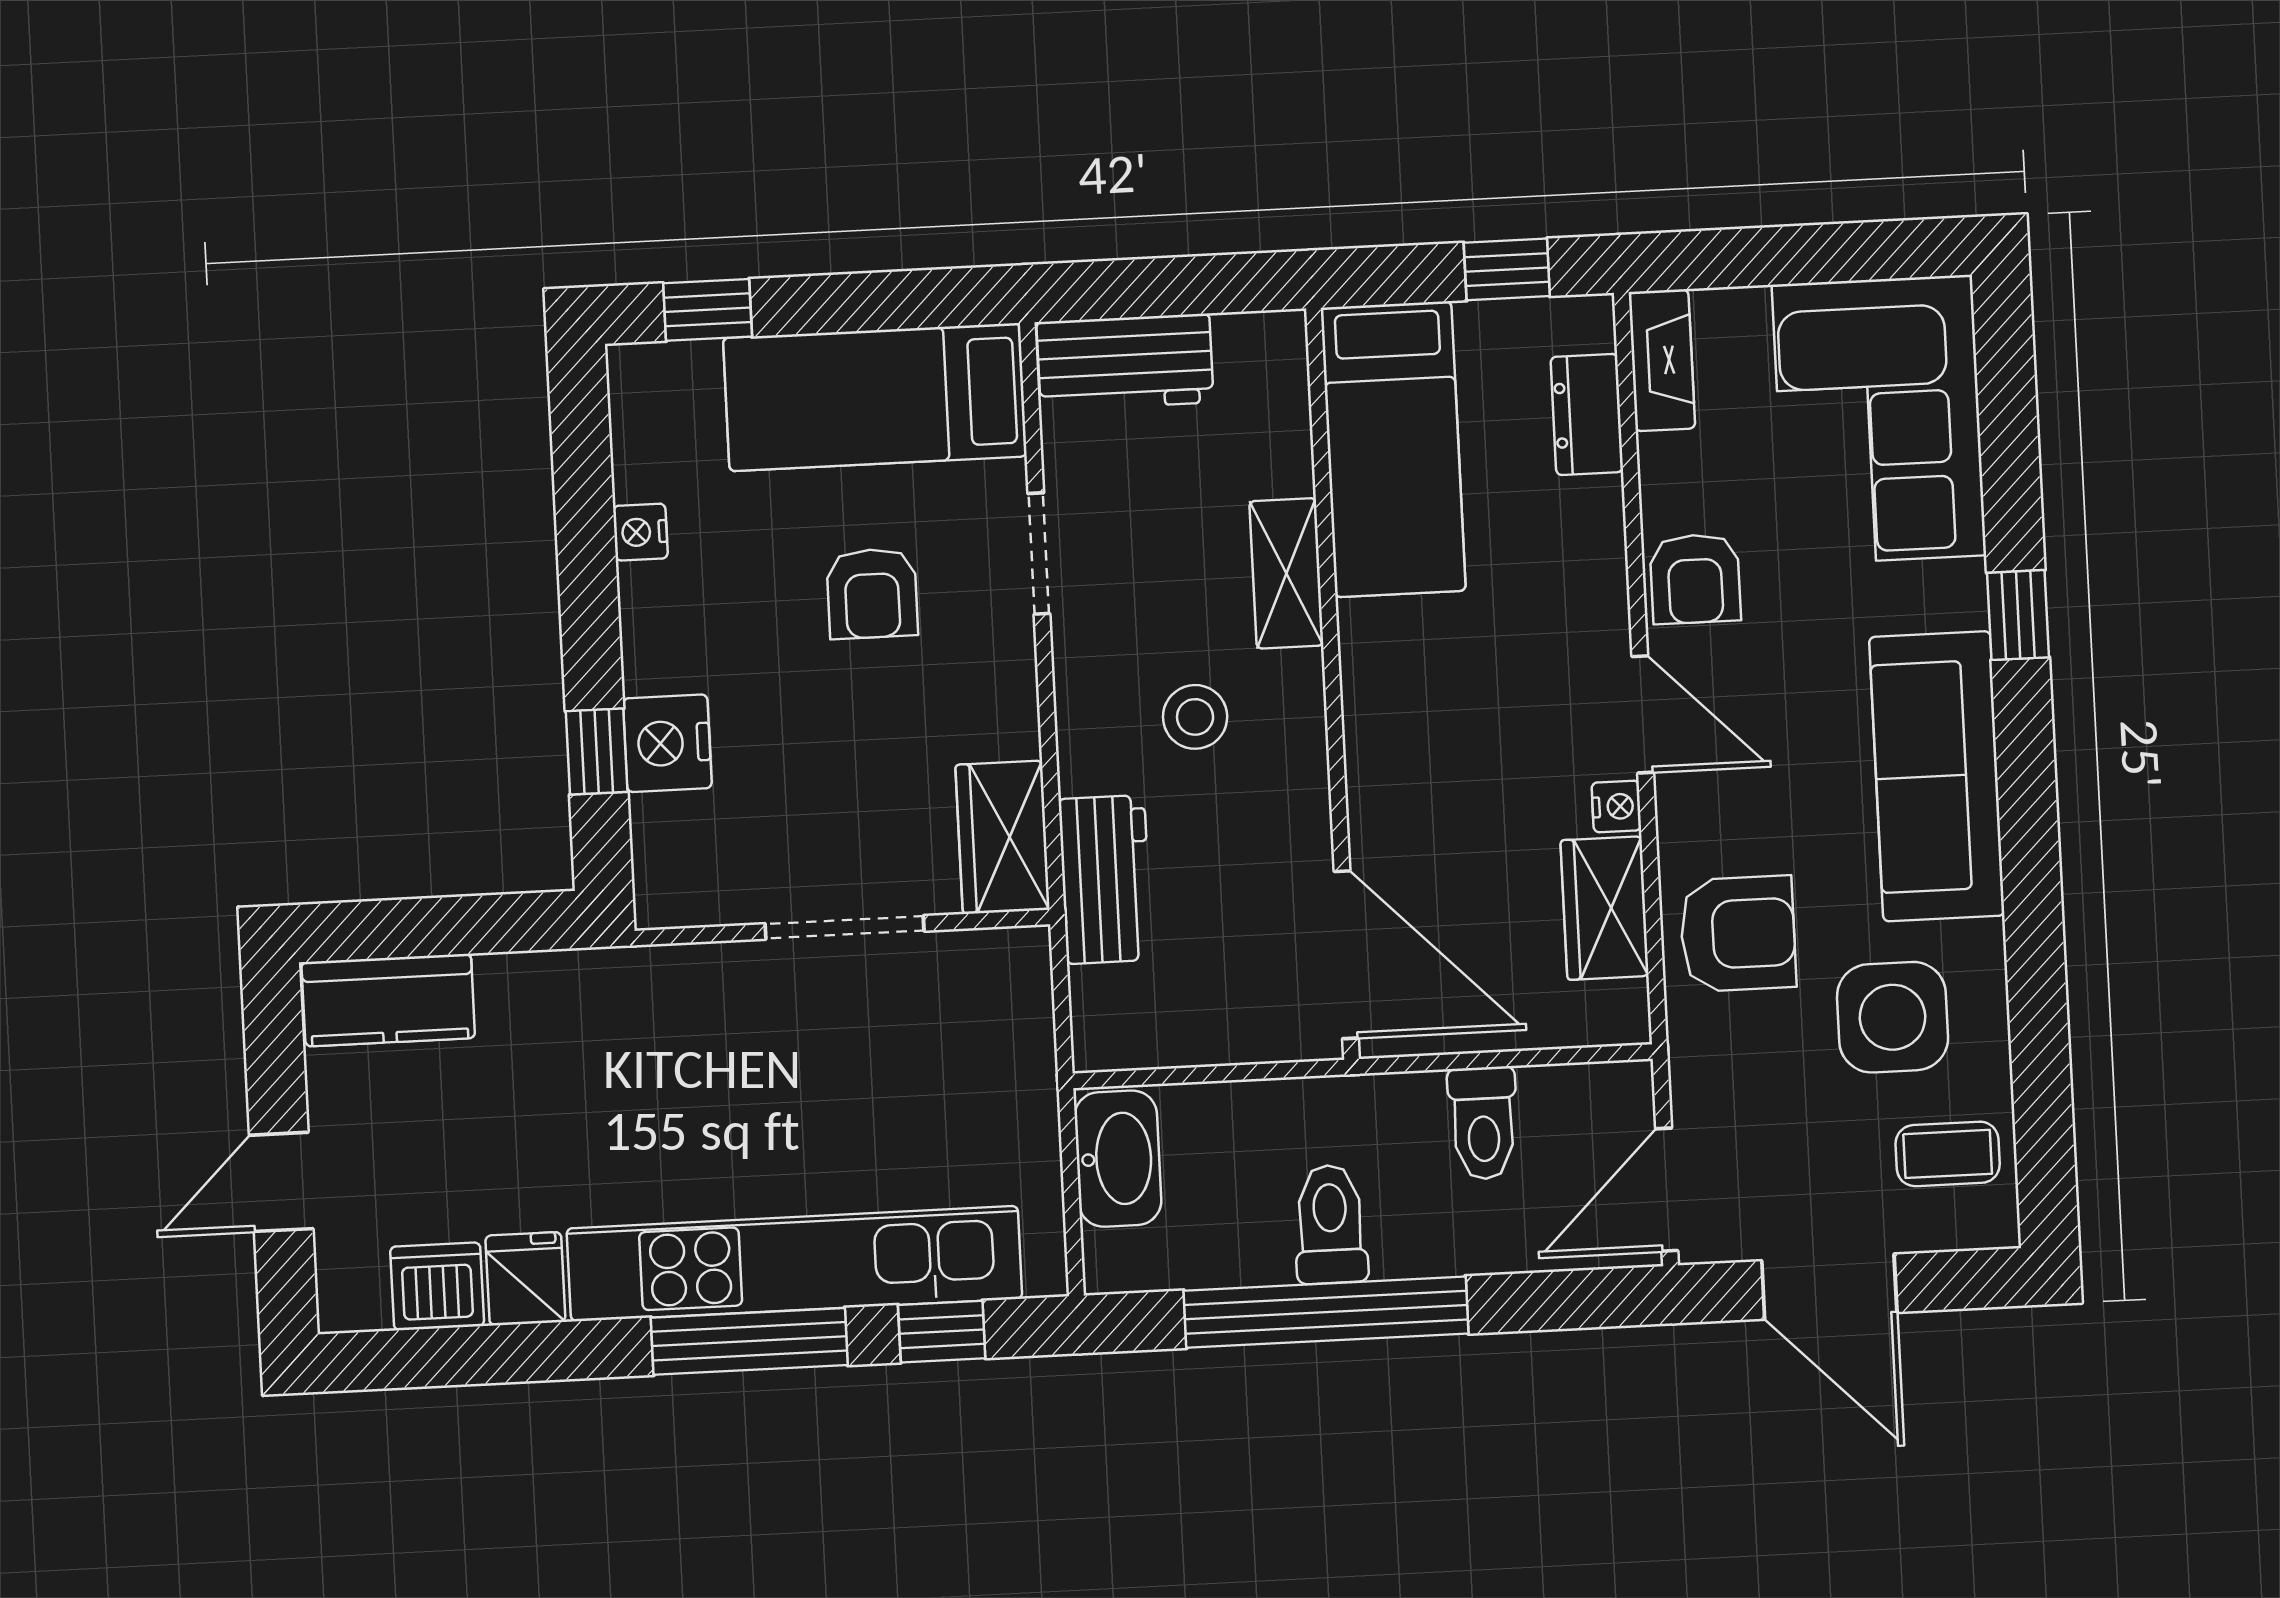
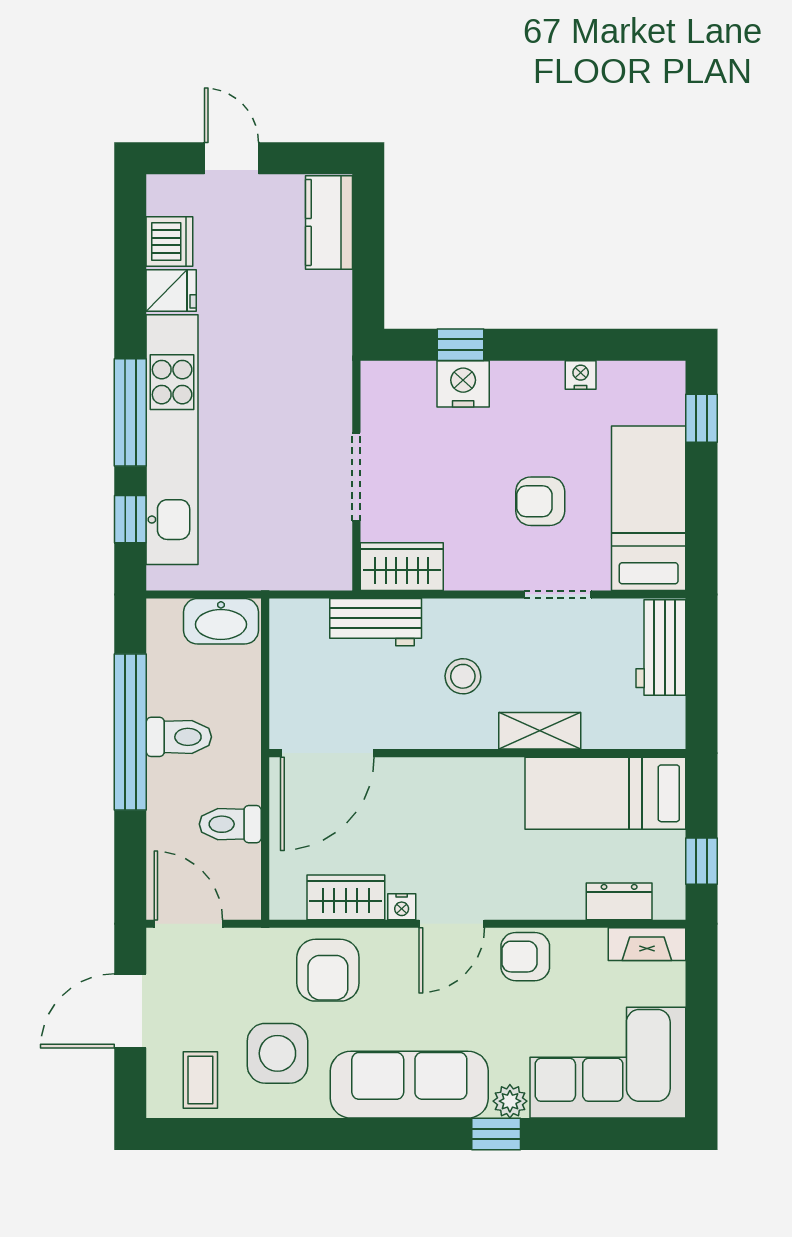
plant: (1958, 593) -> (510, 1101), added

